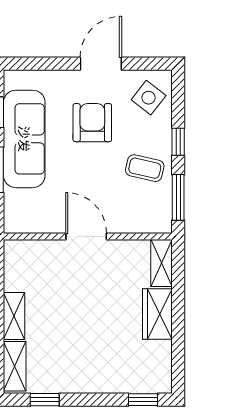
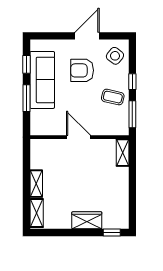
armchair: (92, 123) -> (82, 70), turned -90
wardrobe: (157, 314) -> (87, 220), moved, turned 90
window: (45, 400) -> (54, 233), removed

